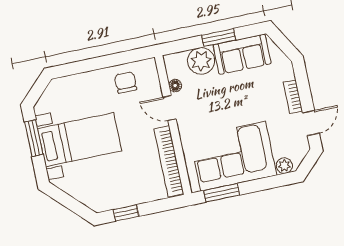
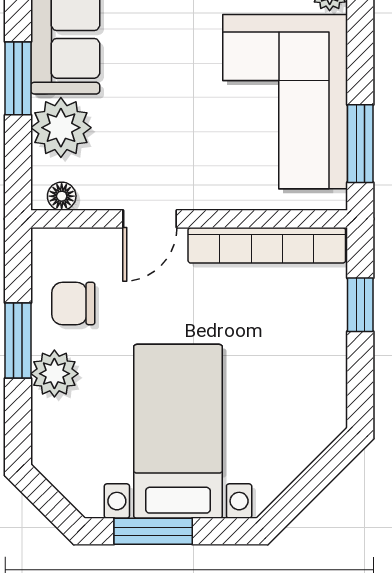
window: (104, 62) -> (18, 341), added
plant: (93, 81) -> (54, 374), added
floor lamp: (175, 86) -> (62, 196), moved
window: (126, 213) -> (360, 305), moved

